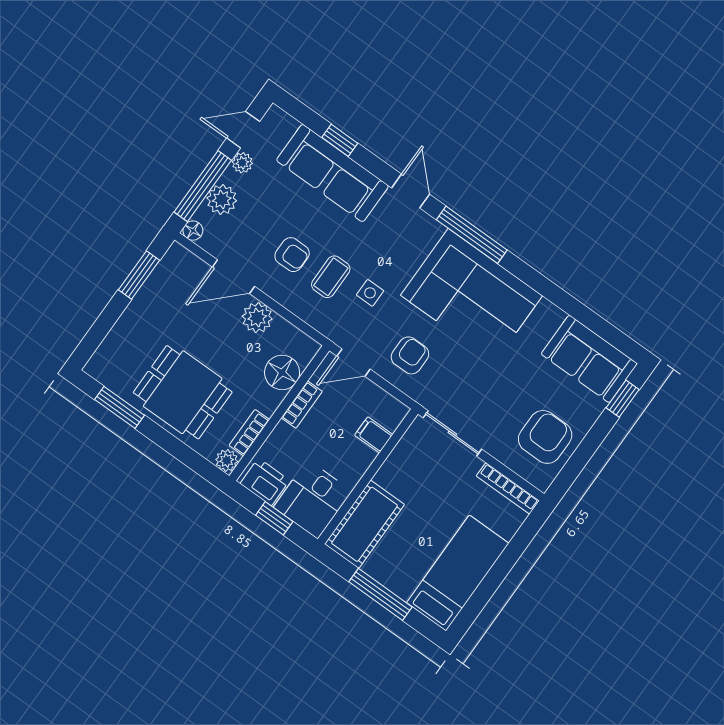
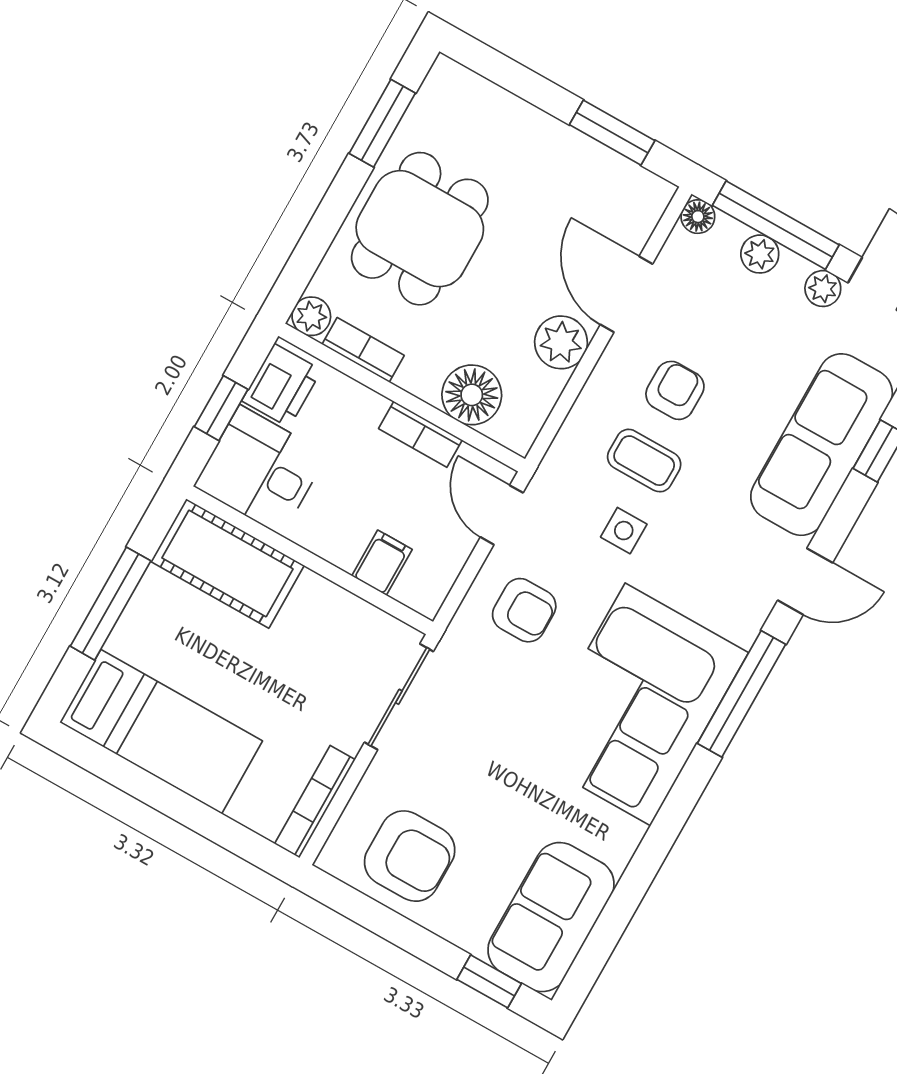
plant: (222, 199) -> (760, 254), width x0.73, depth x0.73
armchair: (292, 255) -> (675, 390), turned 180

